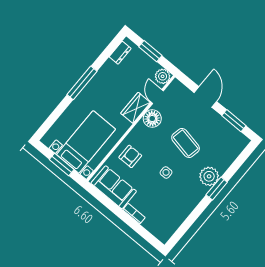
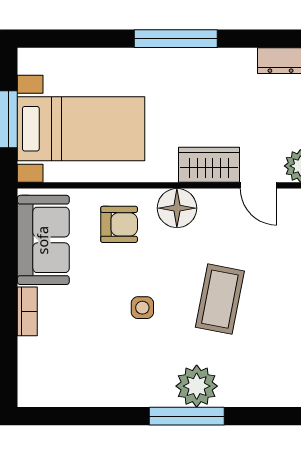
door: (157, 97) -> (259, 185), swing flipped
floor lamp: (152, 119) -> (177, 208), moved
window: (217, 189) -> (187, 416), width x1.44

